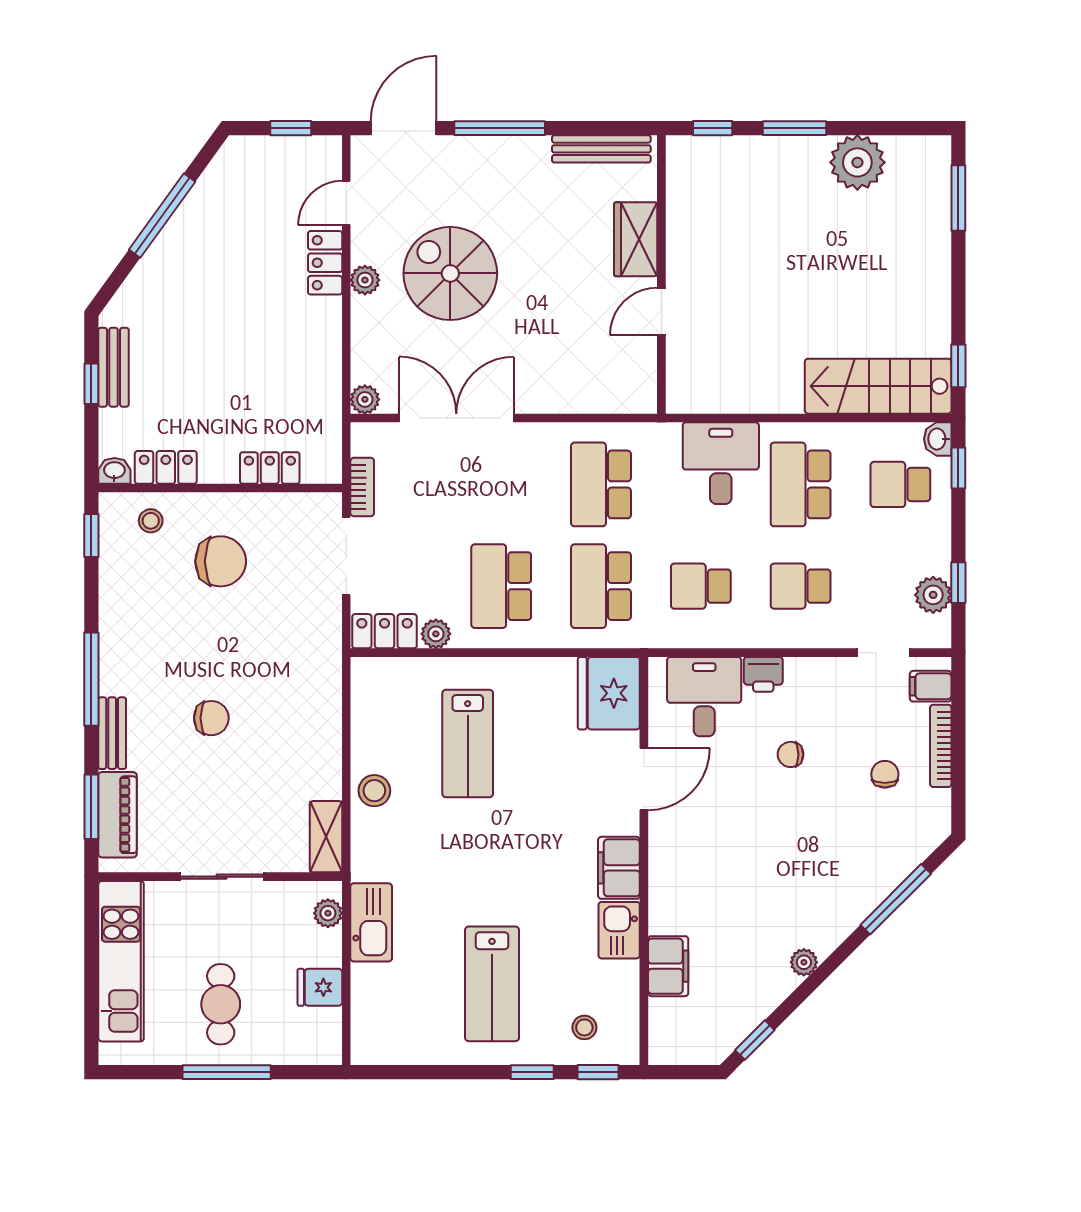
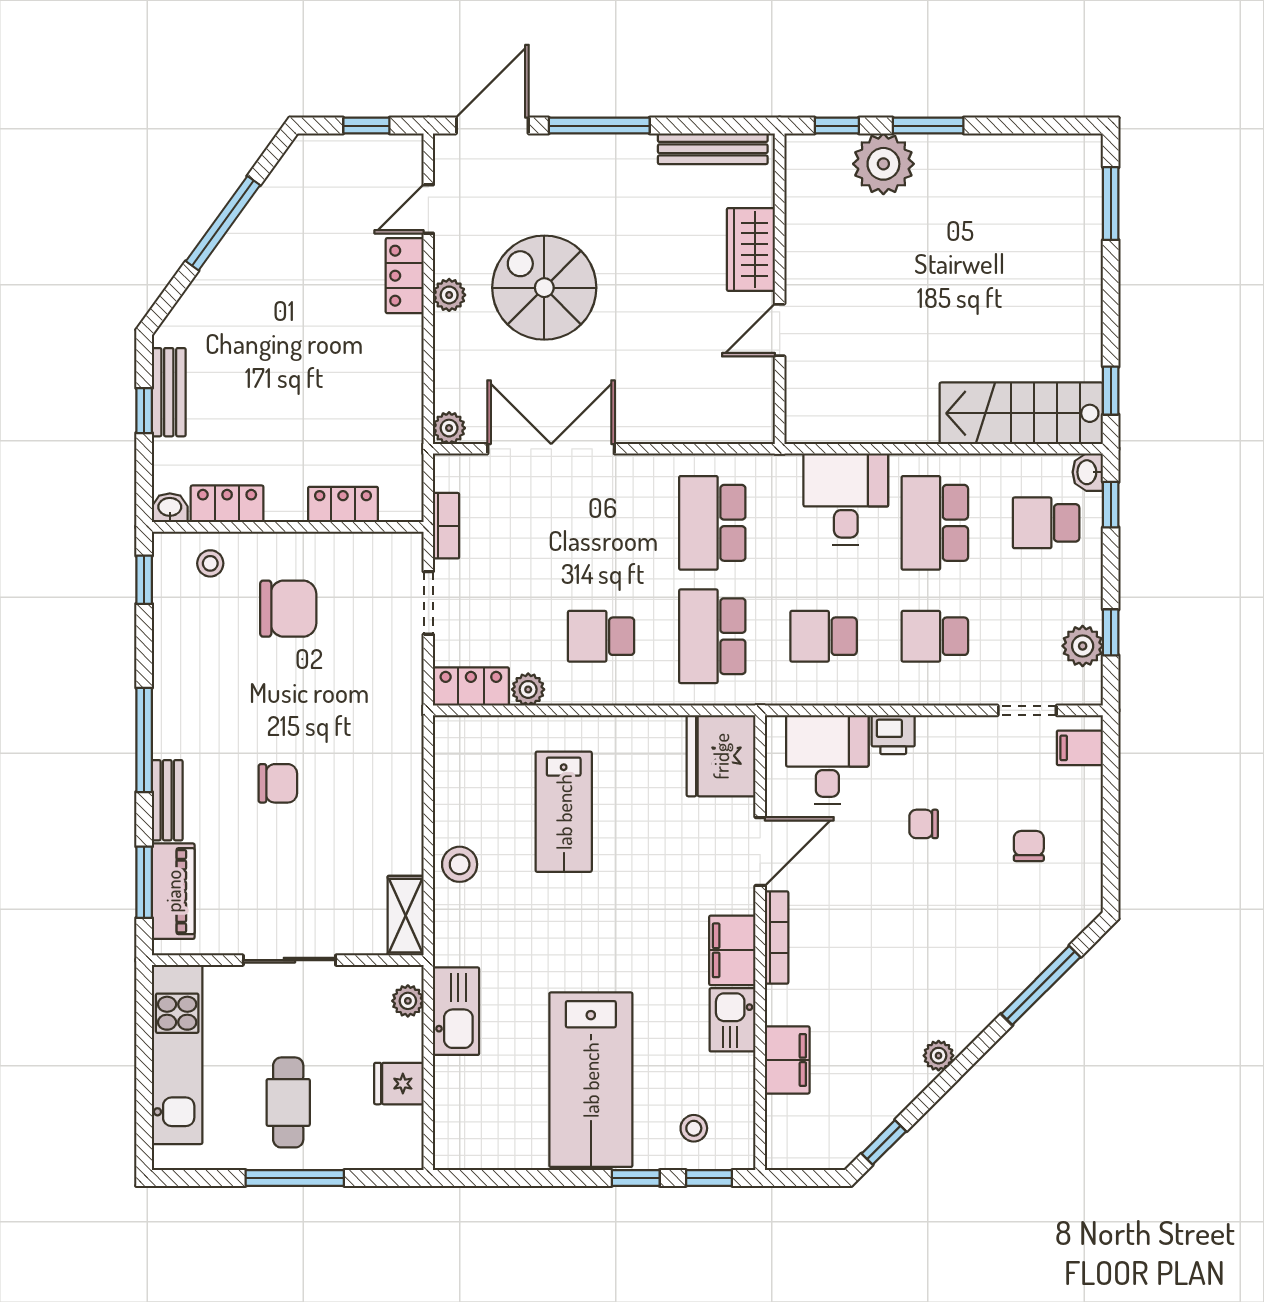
plant: (857, 162) -> (883, 164), moved
doorway: (346, 556) -> (428, 603), width x0.73
school desk: (501, 586) -> (601, 636), width x0.54
bookcase: (941, 746) -> (777, 937), moved, turned 180
lab bench: (492, 984) -> (591, 1080), width x1.36, depth x1.39

